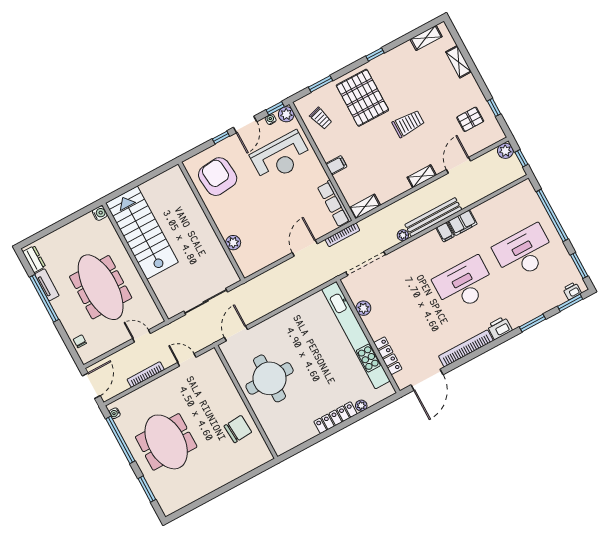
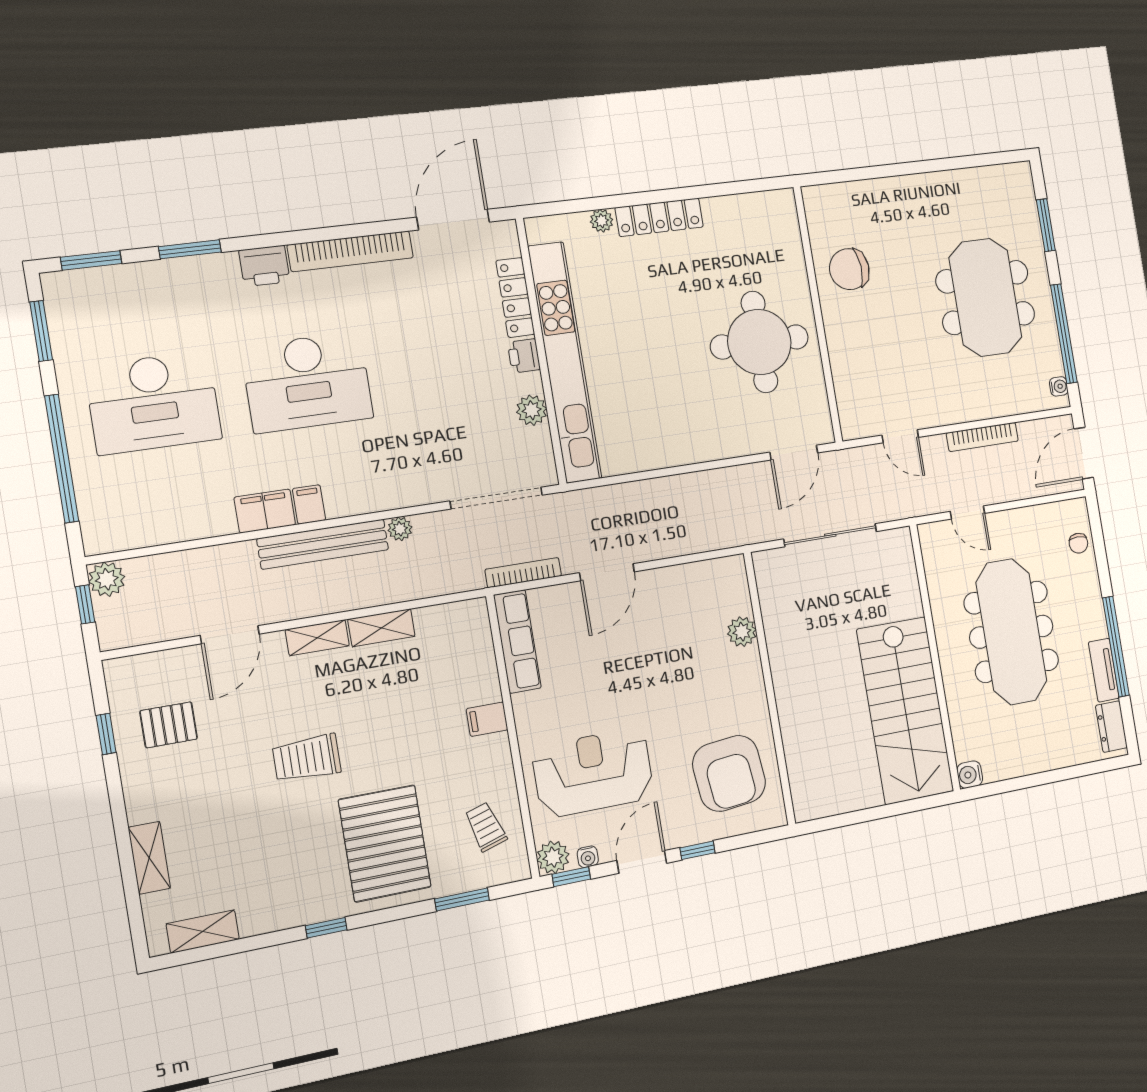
plant: (505, 151) -> (107, 579), moved
shelving: (365, 206) -> (382, 628), moved
printer: (572, 291) -> (524, 356), moved, turned 90

